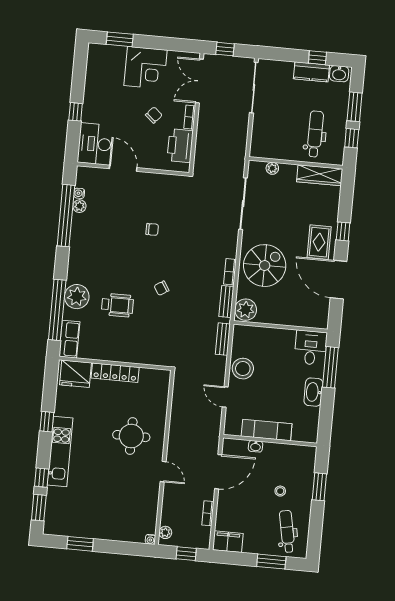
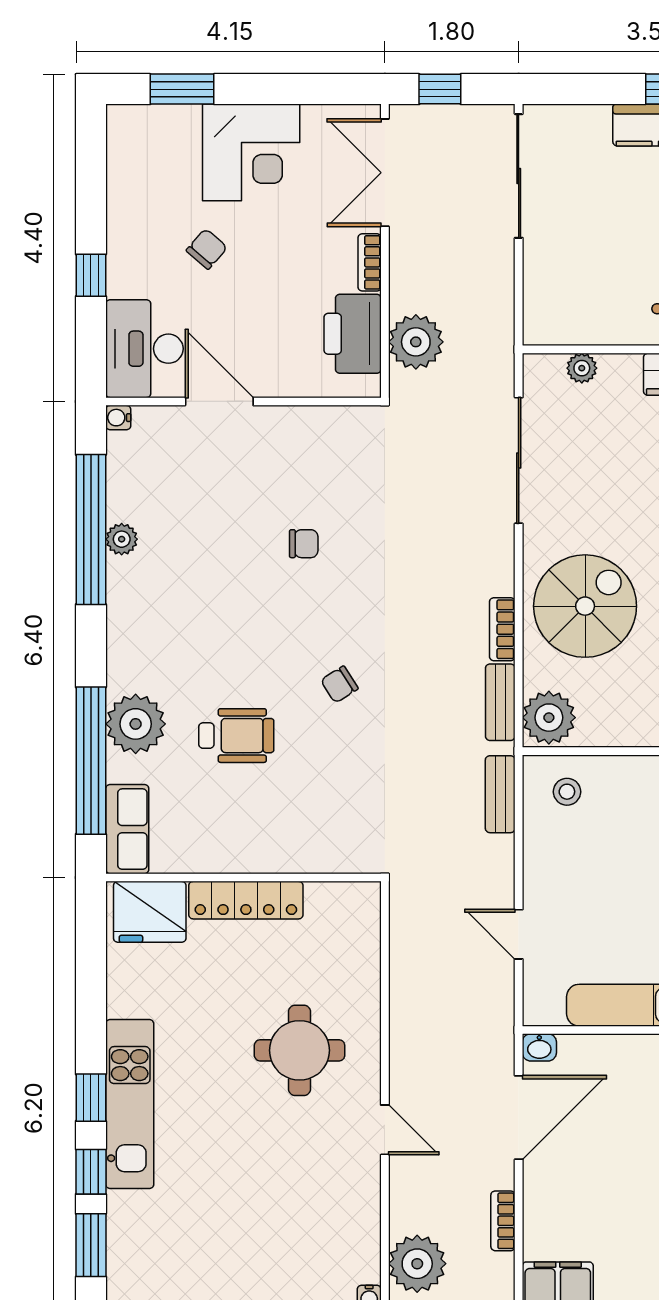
chair: (154, 115) -> (207, 249), moved
plant: (206, 151) -> (416, 342), added
water cooler: (79, 193) -> (118, 418), moved
plant: (79, 206) -> (122, 539), moved
stool: (243, 369) -> (567, 792), moved, width x0.53, depth x0.53
window: (47, 422) -> (91, 1098), moved
washbasin: (256, 446) -> (539, 1047), moved
plant: (165, 532) -> (417, 1264), width x1.88, depth x1.88

